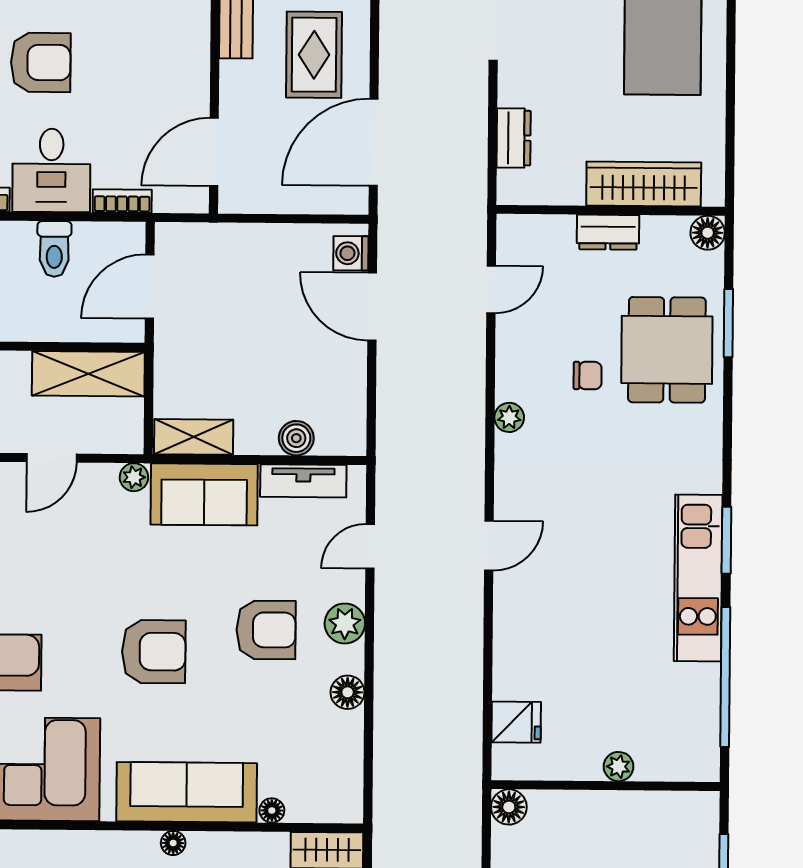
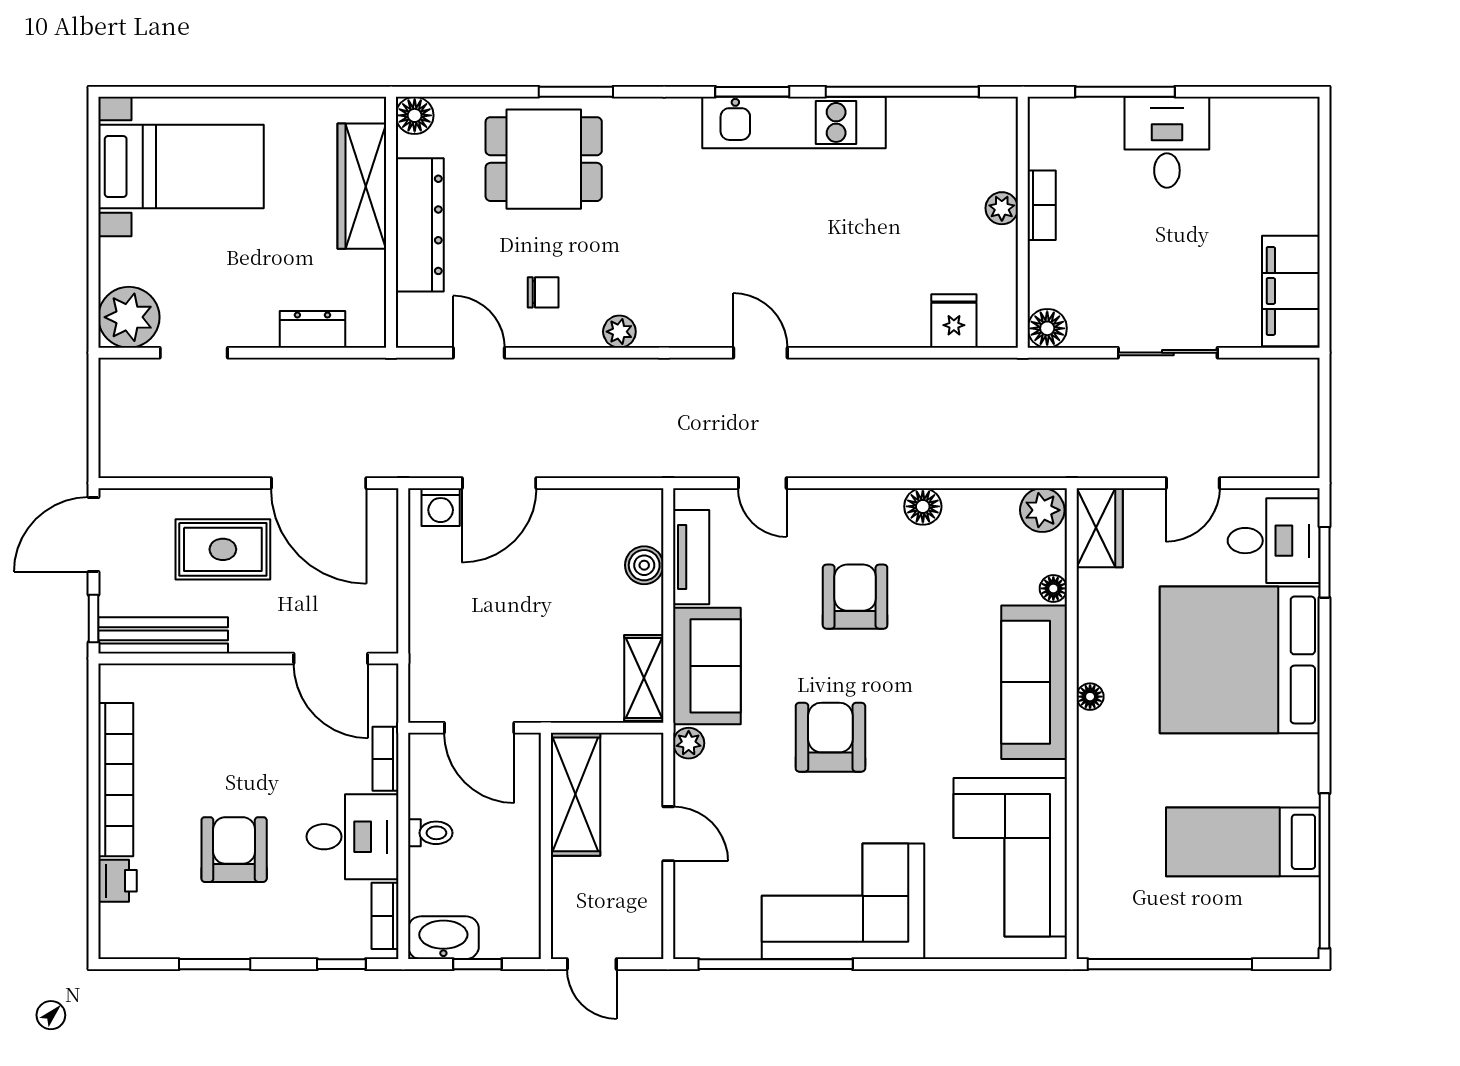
dresser: (608, 232) -> (420, 225), width x1.96, depth x1.24
toilet: (54, 249) -> (430, 833), width x0.73, depth x0.72
window: (728, 323) -> (576, 92), moved
chair: (588, 376) -> (543, 292), moved, turned 90
plant: (345, 623) -> (1042, 510), moved
armchair: (154, 652) -> (830, 737), moved
bookcase: (621, 803) -> (1042, 205), added

